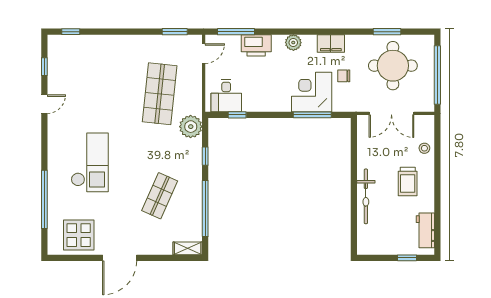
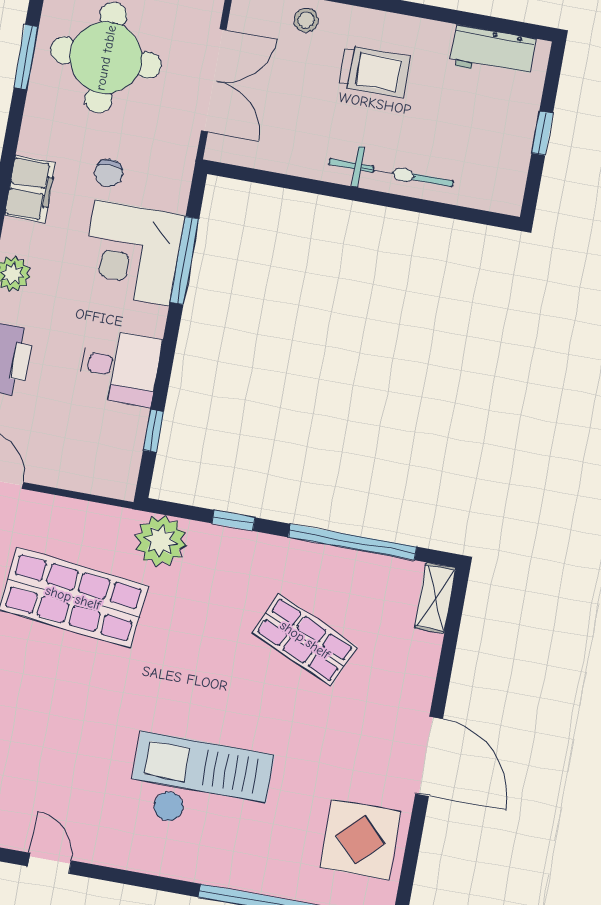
desk: (226, 96) -> (120, 367), moved
window: (407, 258) -> (542, 133), moved

